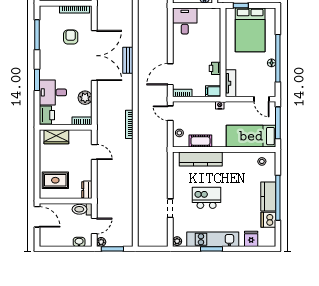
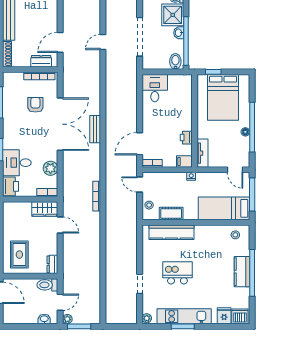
wardrobe: (56, 137) -> (45, 209), moved
rug: (55, 180) -> (19, 255), turned 90
dishwasher: (268, 220) -> (240, 316), moved, turned 90

